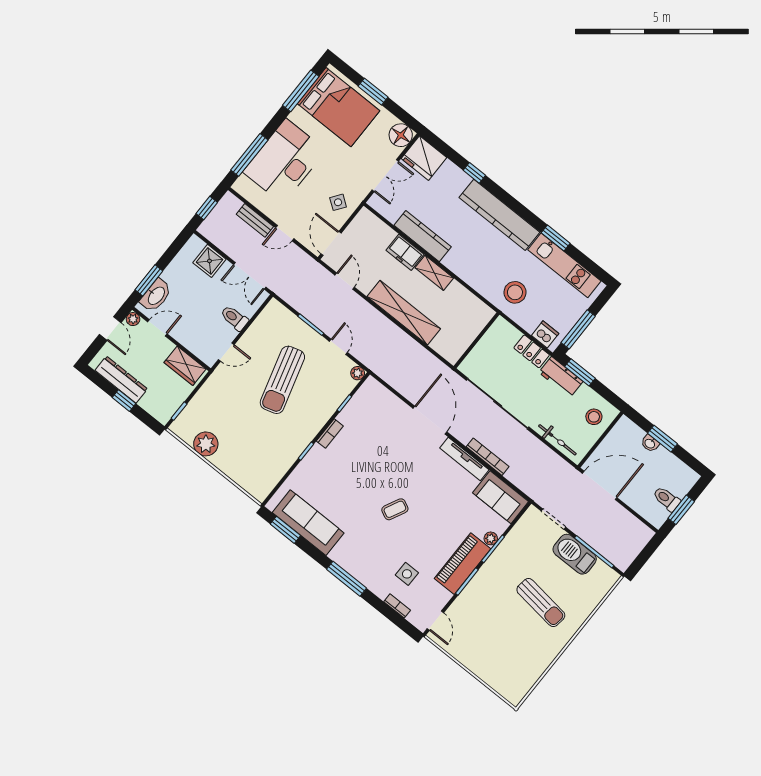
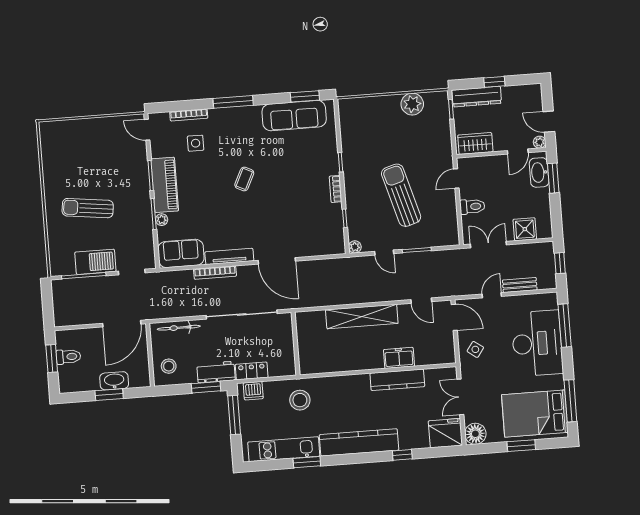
shelving: (434, 273) -> (366, 363), removed
dresser: (121, 380) -> (477, 97), moved
washbasin: (650, 443) -> (114, 381), width x1.91, depth x1.45
bookcase: (397, 606) -> (189, 115), width x1.56

